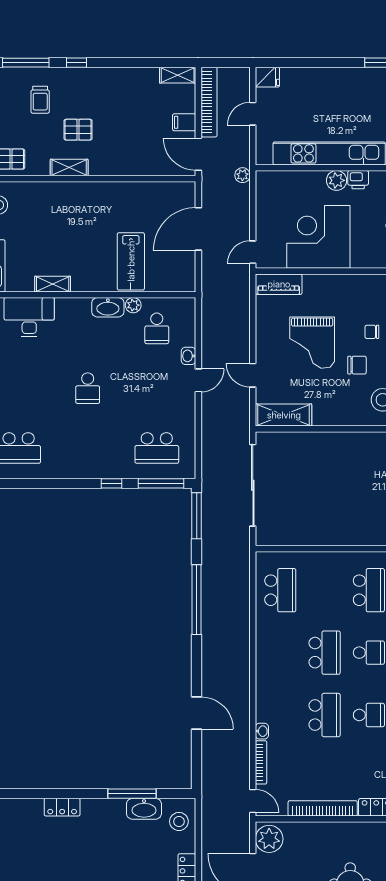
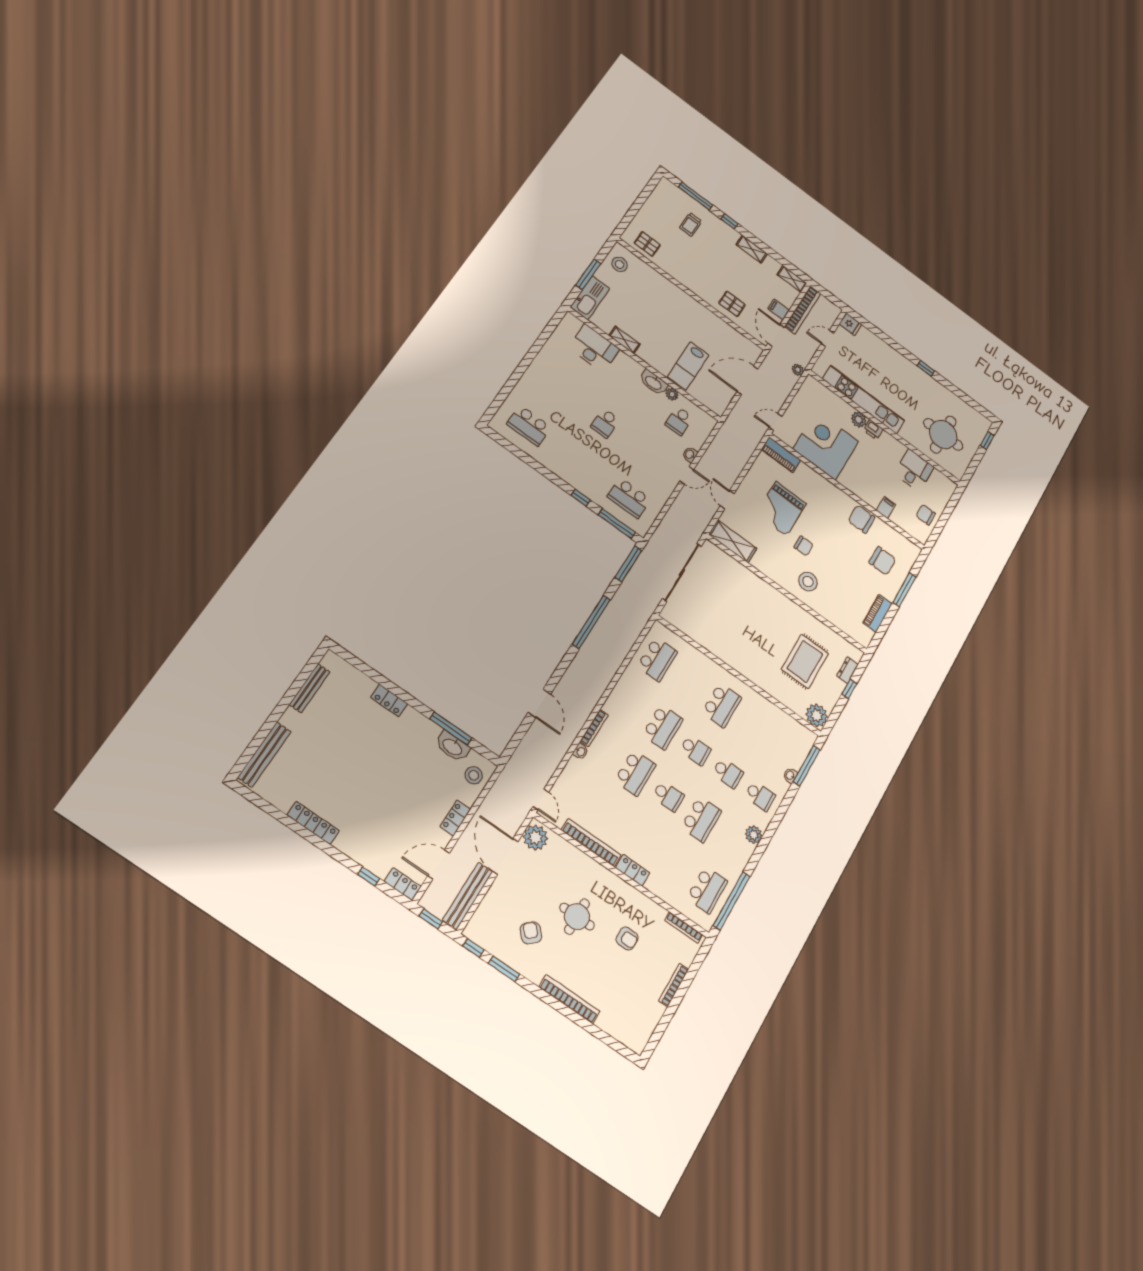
pallet: (78, 130) -> (732, 304), moved
shelving: (69, 167) -> (752, 249), moved
chair: (372, 332) -> (827, 532), removed
bookcase: (261, 762) -> (594, 728), moved

